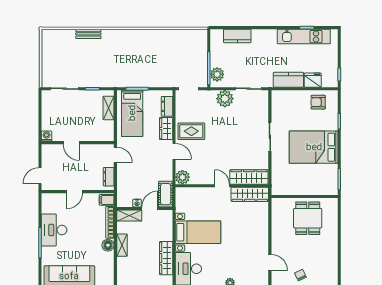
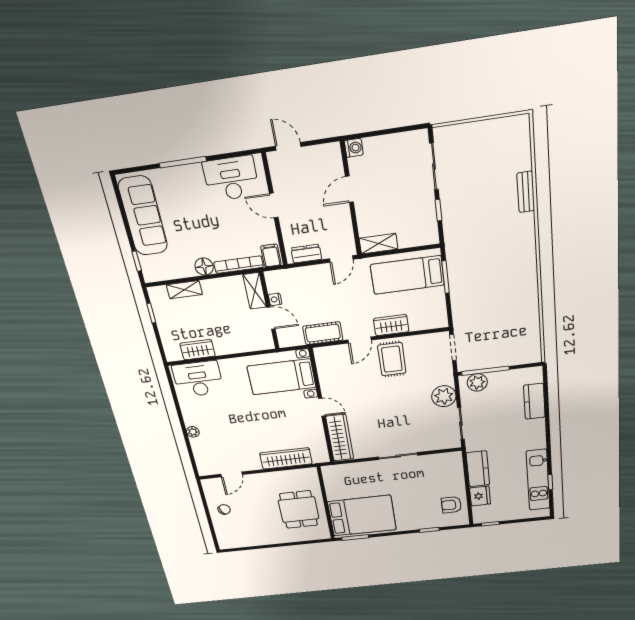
armchair: (318, 102) -> (451, 505), turned -90
dresser: (167, 106) -> (424, 322), removed
shelving: (109, 108) -> (379, 244), moved
bed: (314, 147) -> (362, 516), moved, turned 90
plant: (182, 177) -> (324, 356), removed
door: (222, 186) -> (322, 407), hinge flipped
cot: (166, 194) -> (323, 333), moved
wardrobe: (250, 194) -> (286, 458), moved, turned 90
dining table: (308, 218) -> (299, 510), turned 90
desk: (54, 230) -> (231, 178), moved
bed with nightstands: (198, 232) -> (282, 377), moved, turned 90
shelving: (122, 245) -> (184, 290), moved
wardrobe: (166, 258) -> (198, 350), width x0.67

